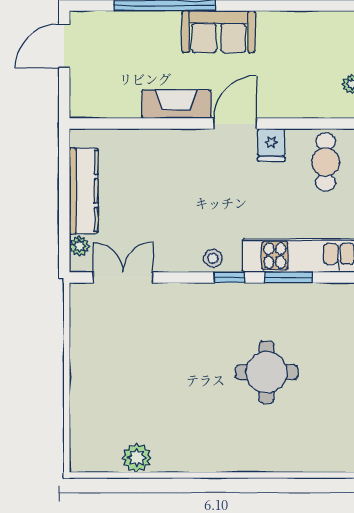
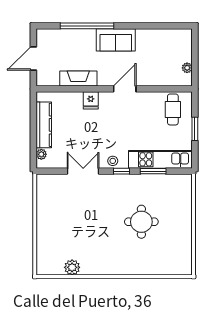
door: (64, 46) -> (33, 59), moved
fireplace: (176, 104) -> (78, 79), moved
fridge: (271, 145) -> (91, 100), moved
double door: (123, 277) -> (83, 171), moved

